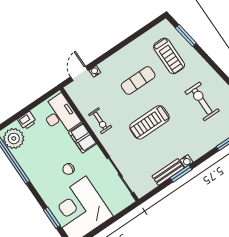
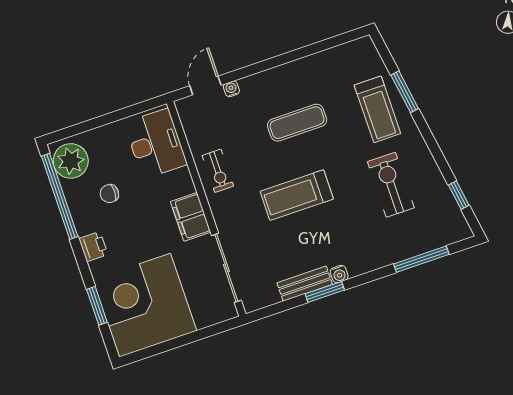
window: (186, 36) -> (405, 92), moved
treadmill: (169, 56) -> (377, 109), moved
printer: (27, 121) -> (93, 246), moved, turned -90
filing cabinet: (82, 138) -> (191, 217), moved
chair: (68, 169) -> (109, 194), moved

